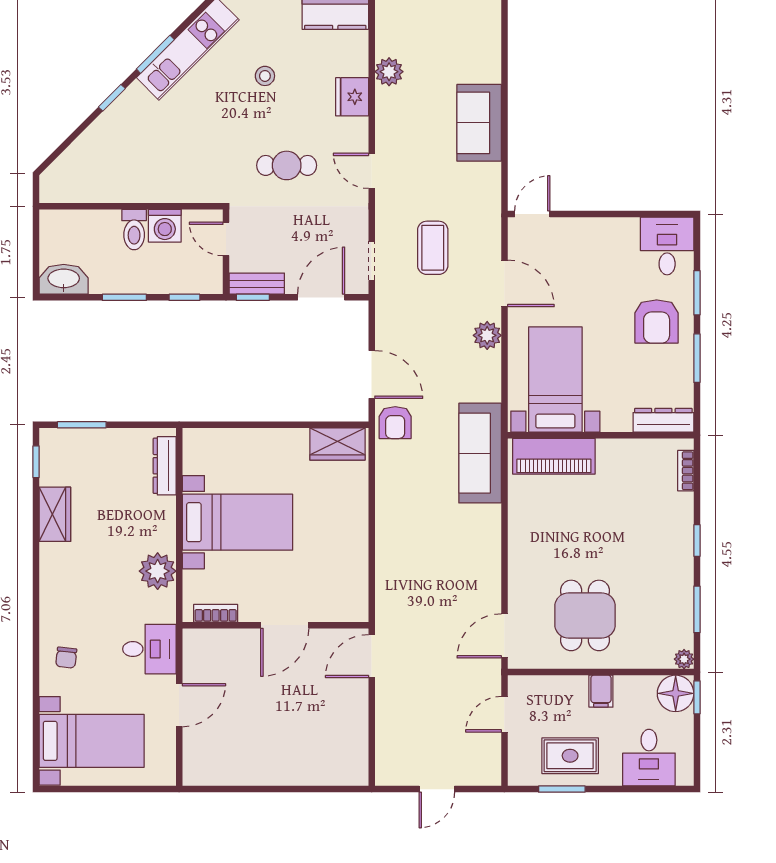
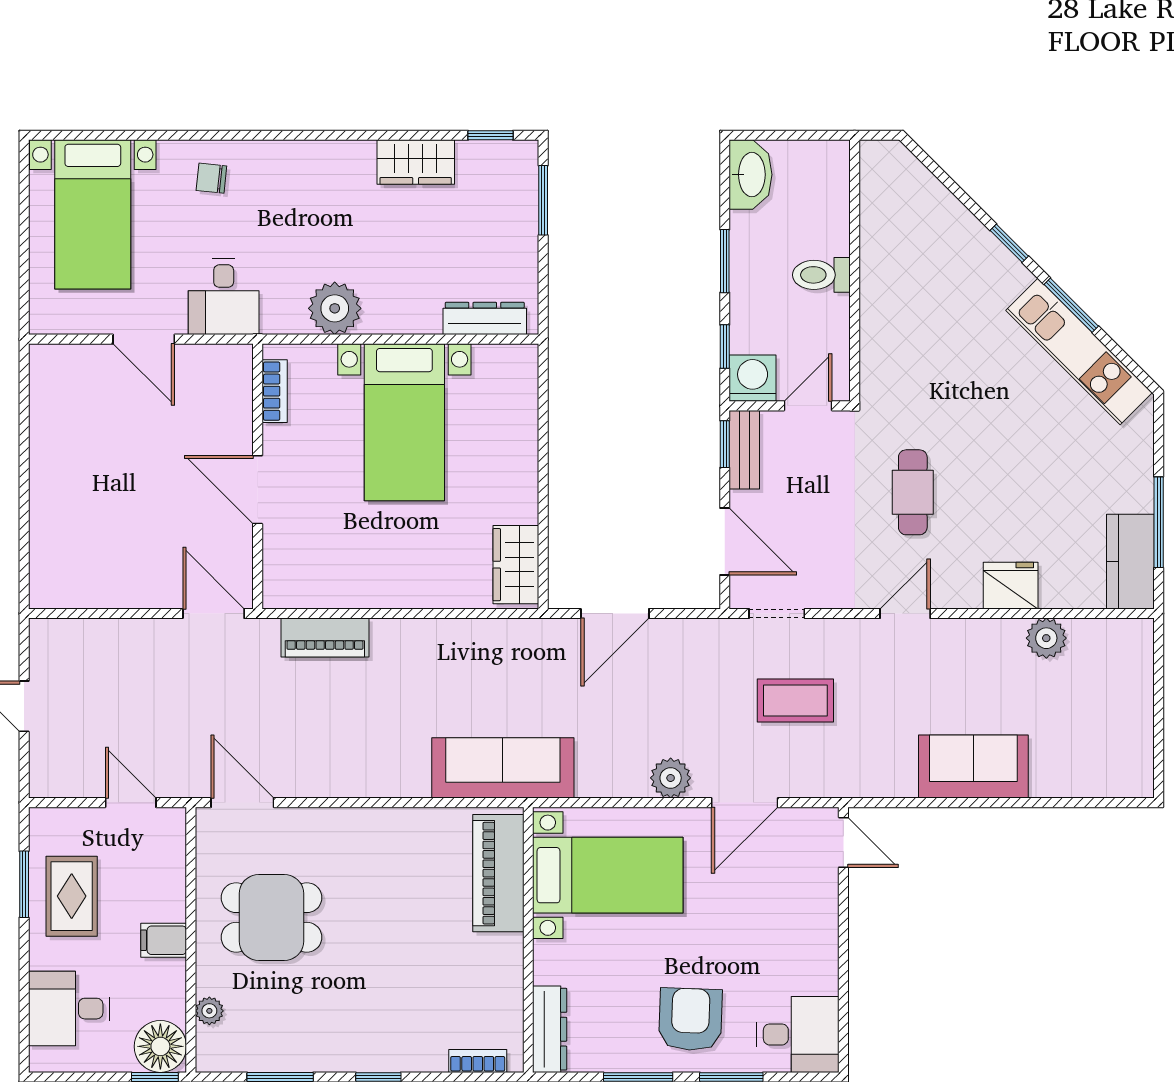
stool: (265, 76) -> (1040, 461), removed
washing machine: (165, 226) -> (753, 378), moved, turned 90
armchair: (657, 321) -> (690, 1019), turned 92
armchair: (395, 423) -> (546, 647), removed
piano: (389, 578) -> (325, 638), added
plant: (684, 659) -> (209, 1011), moved

